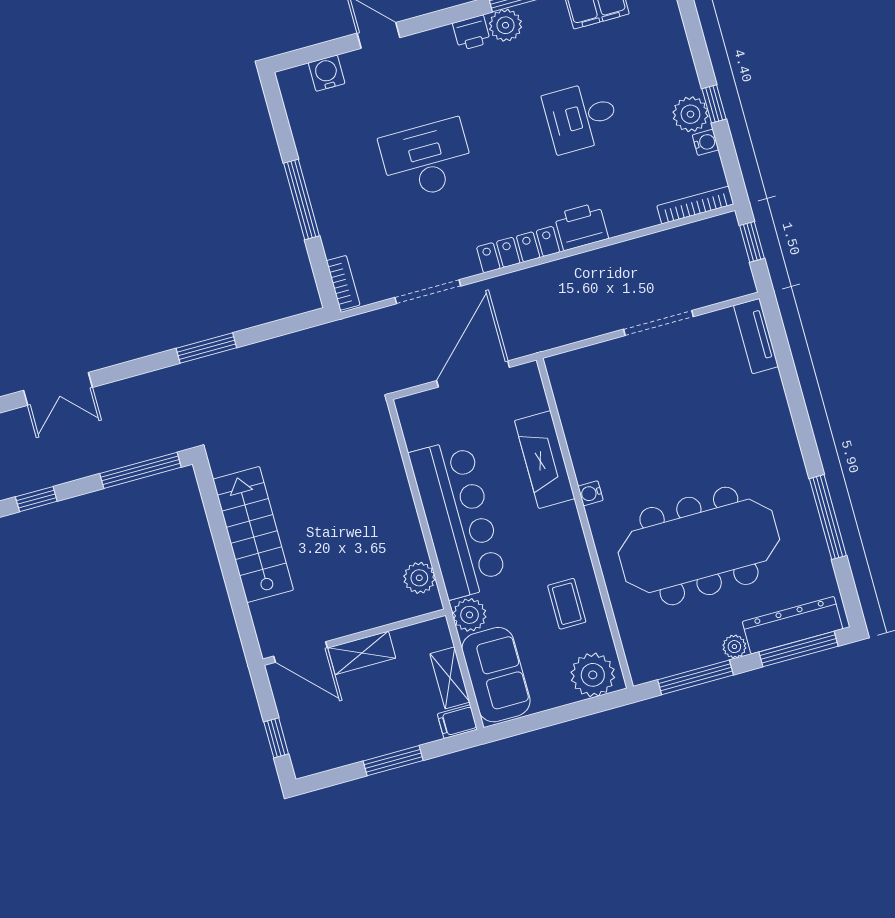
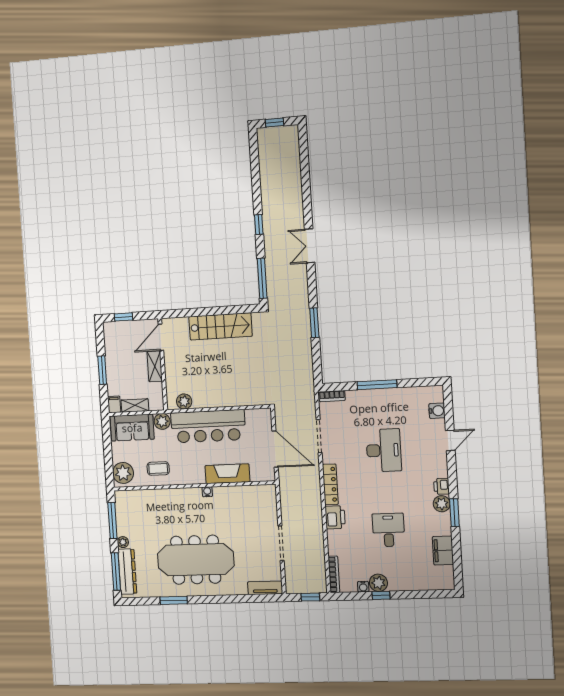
window: (828, 517) -> (174, 600), width x0.69
meeting table: (699, 546) -> (196, 560), moved, turned 90

